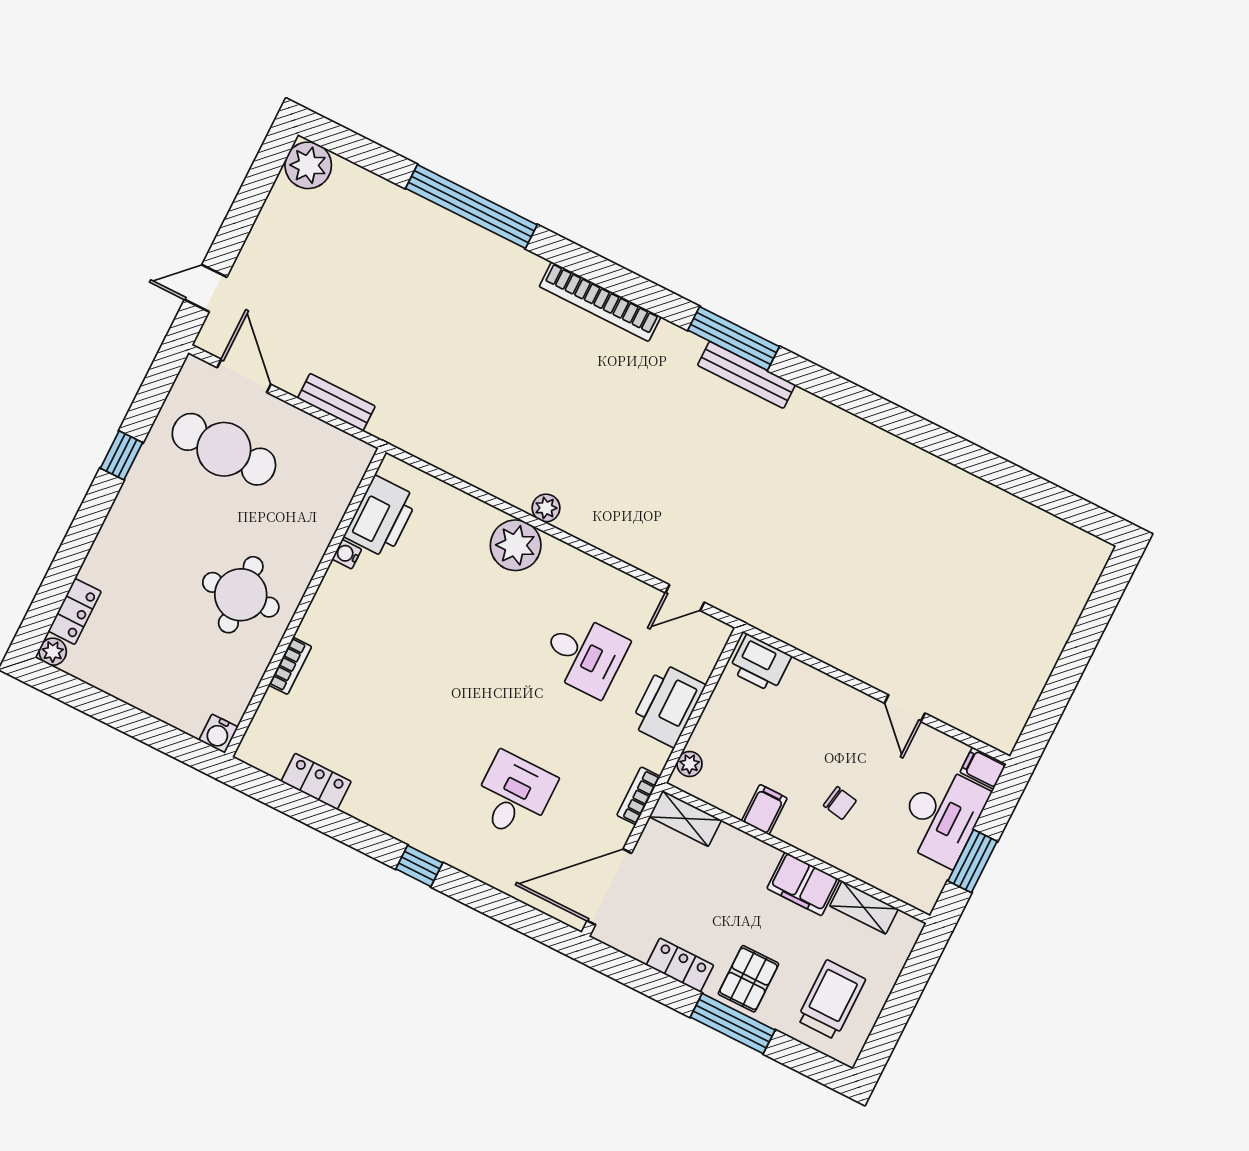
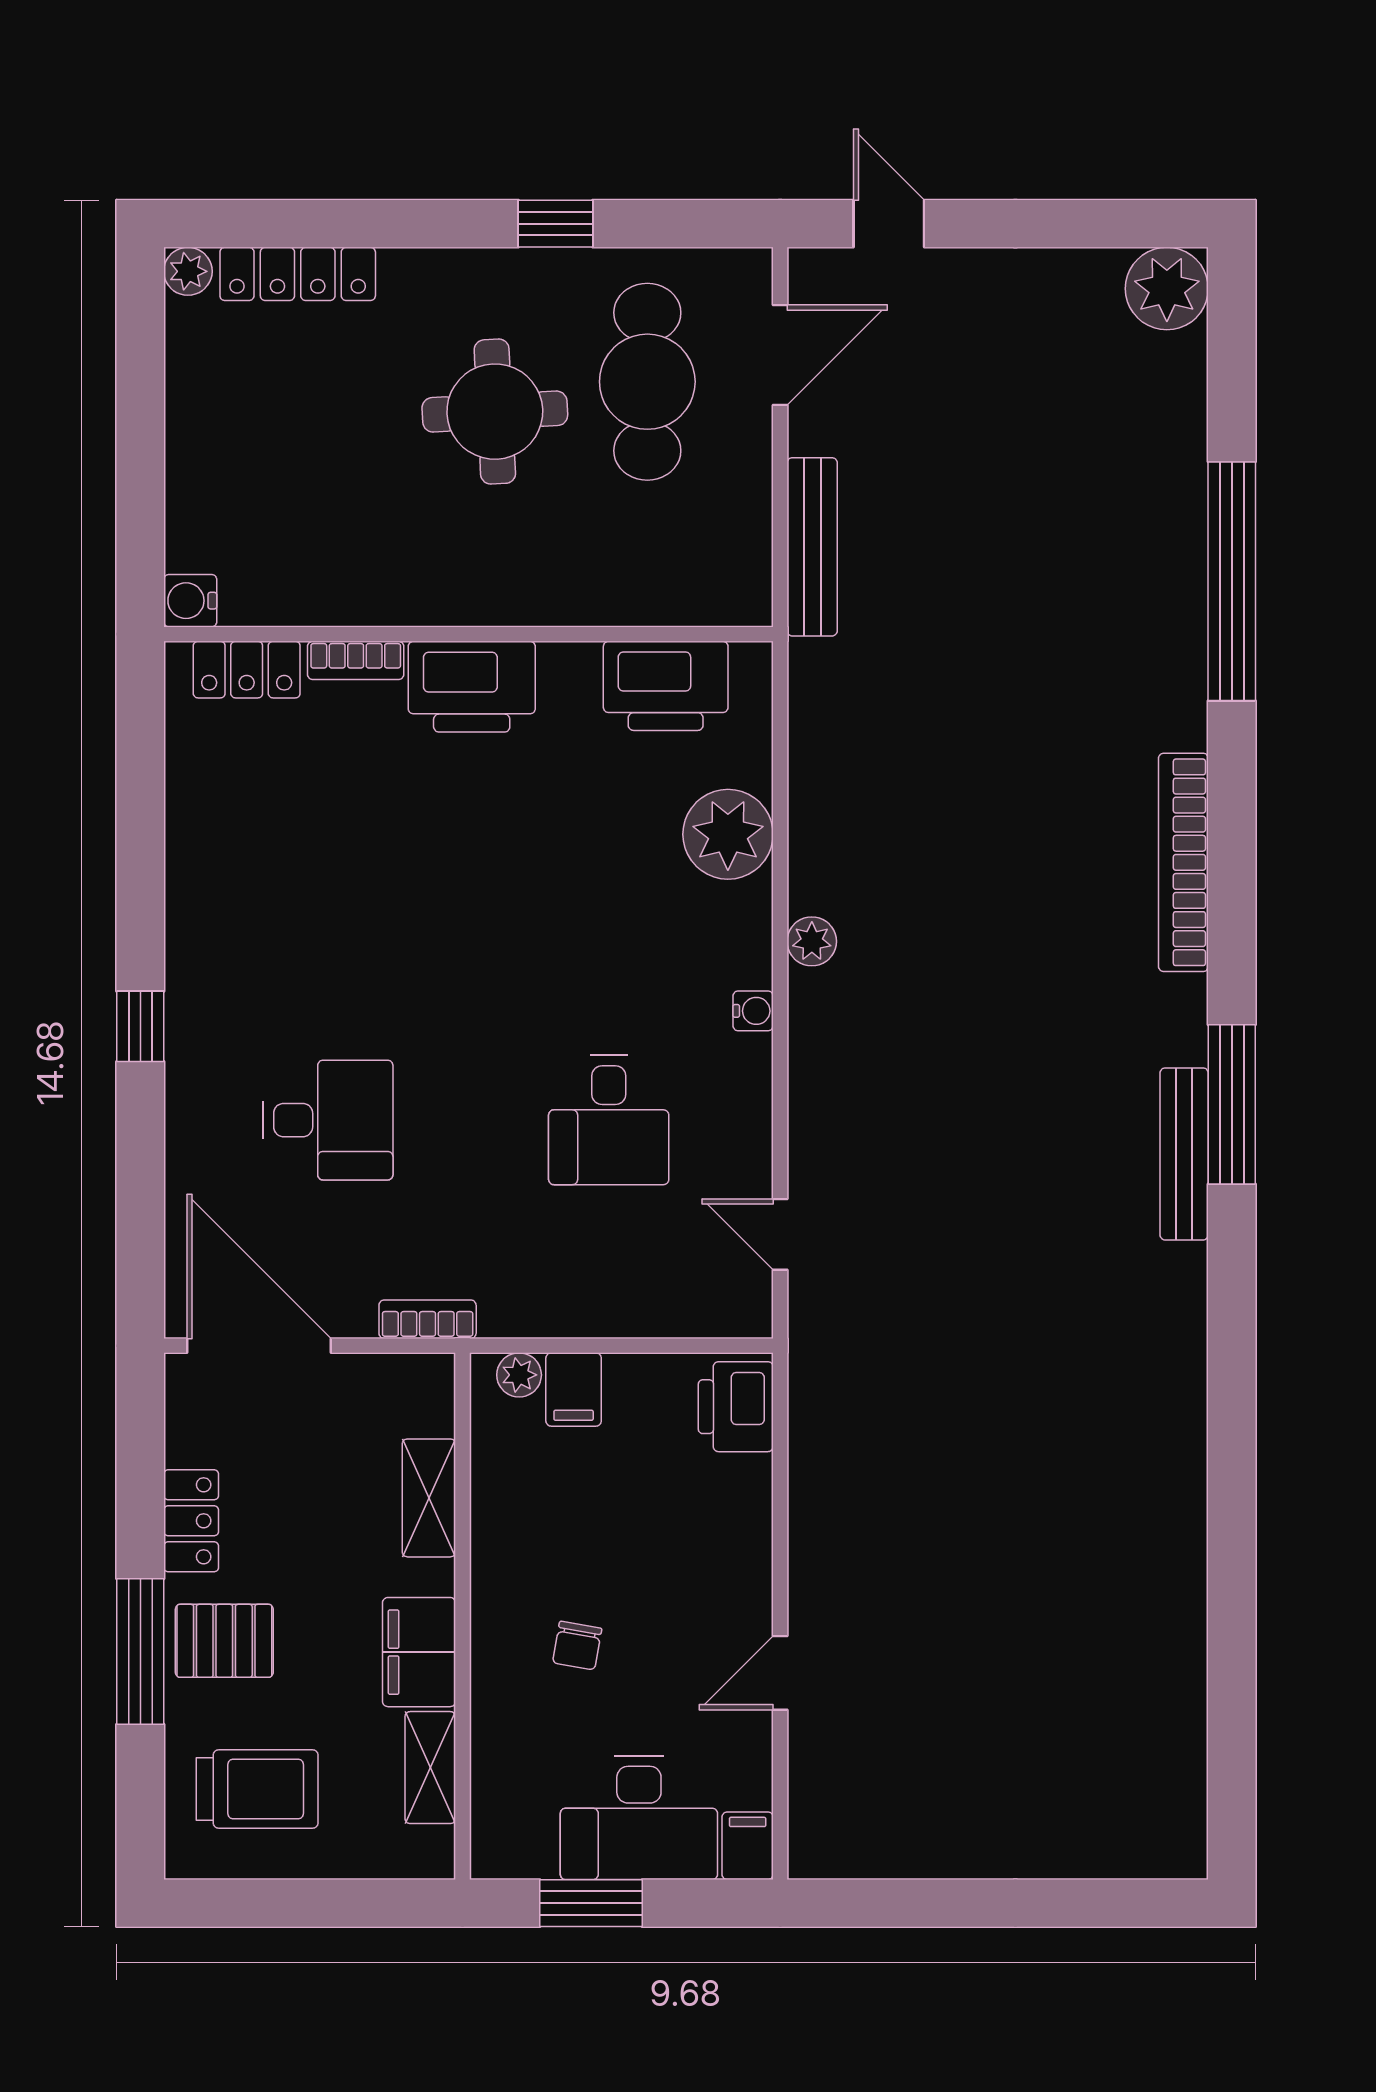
bench: (336, 402) -> (812, 547), width x1.36
plant: (516, 545) -> (728, 834), moved
water cooler: (347, 554) -> (753, 1011), moved, turned 90
round table: (241, 595) -> (495, 412), moved
locker: (75, 611) -> (298, 274), width x1.53
printer: (668, 705) -> (472, 687), moved, turned 180
locker: (316, 781) -> (247, 670), moved, turned 90
filing cabinet: (764, 810) -> (574, 1390), moved, turned 90
shelving: (685, 818) -> (429, 1498), moved

